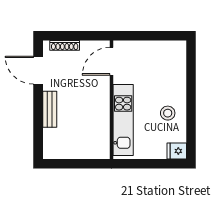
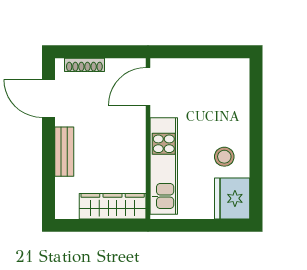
wardrobe: (85, 150) -> (113, 206), added
fridge: (177, 151) -> (232, 198), width x1.88, depth x1.34

